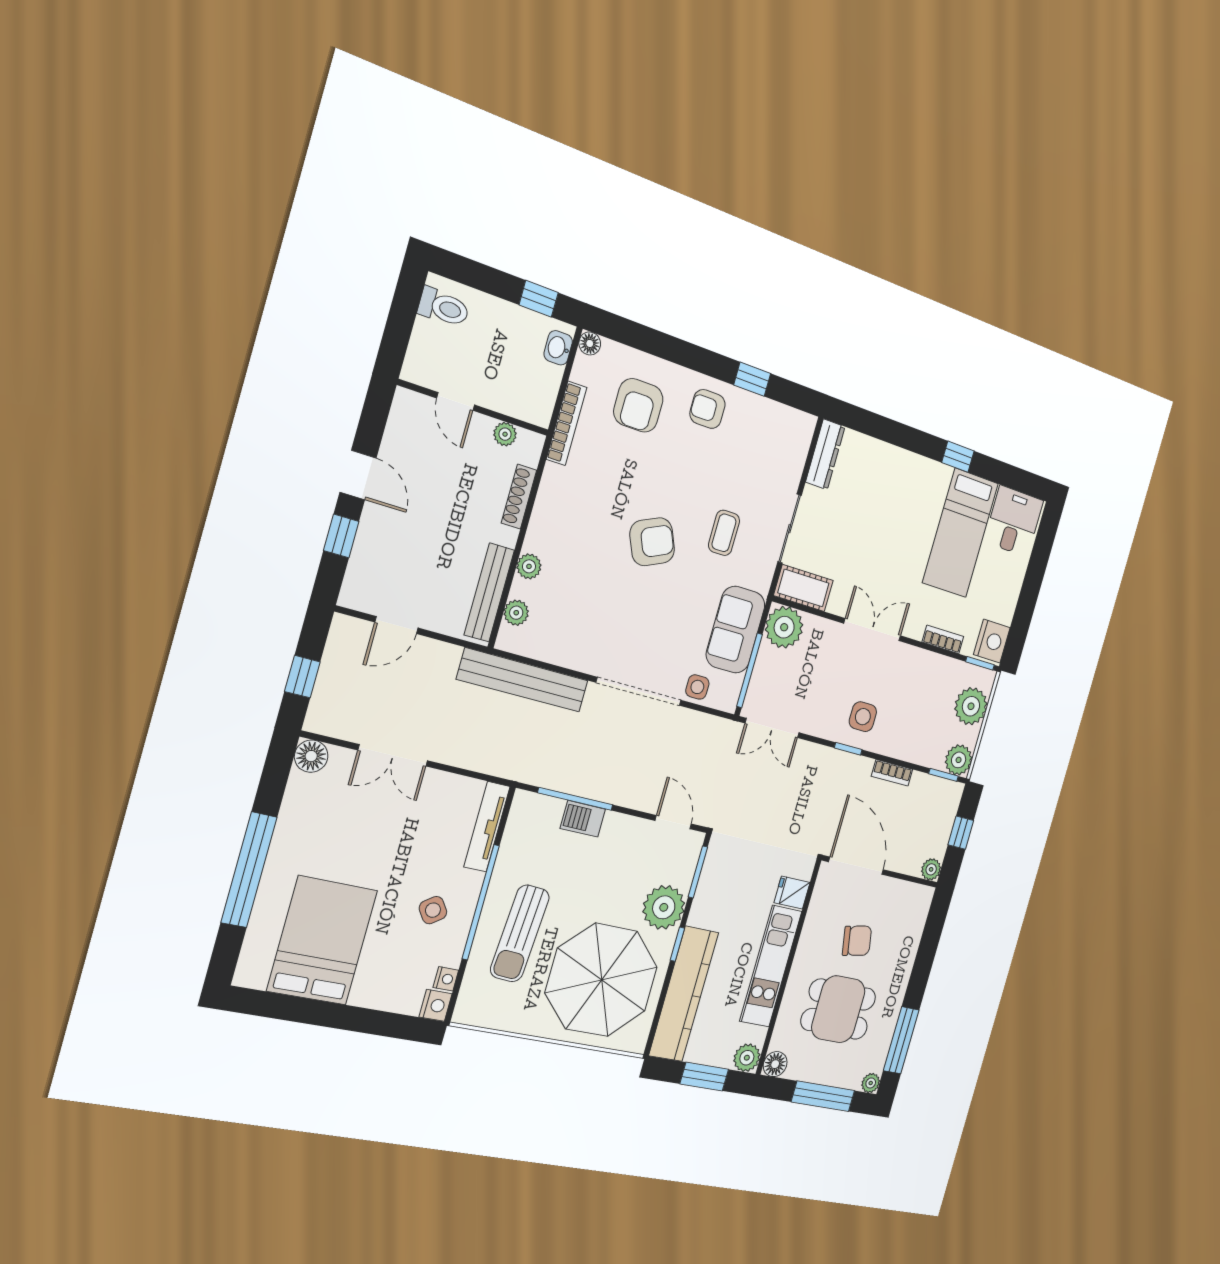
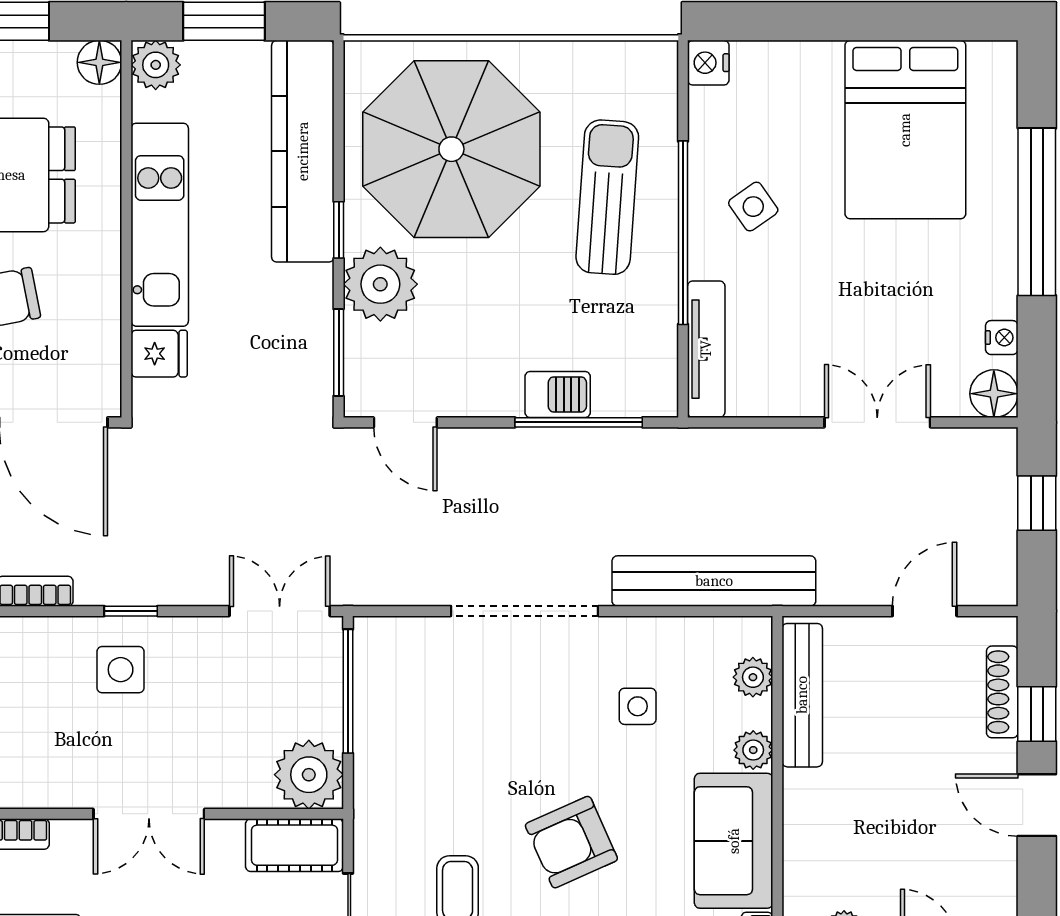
shoe rack: (519, 497) -> (1002, 692), moved, turned 180
sofa: (736, 630) -> (734, 841), moved, turned 180
side table: (697, 687) -> (638, 706), moved
nightstand: (446, 979) -> (1002, 338), moved, turned 180

